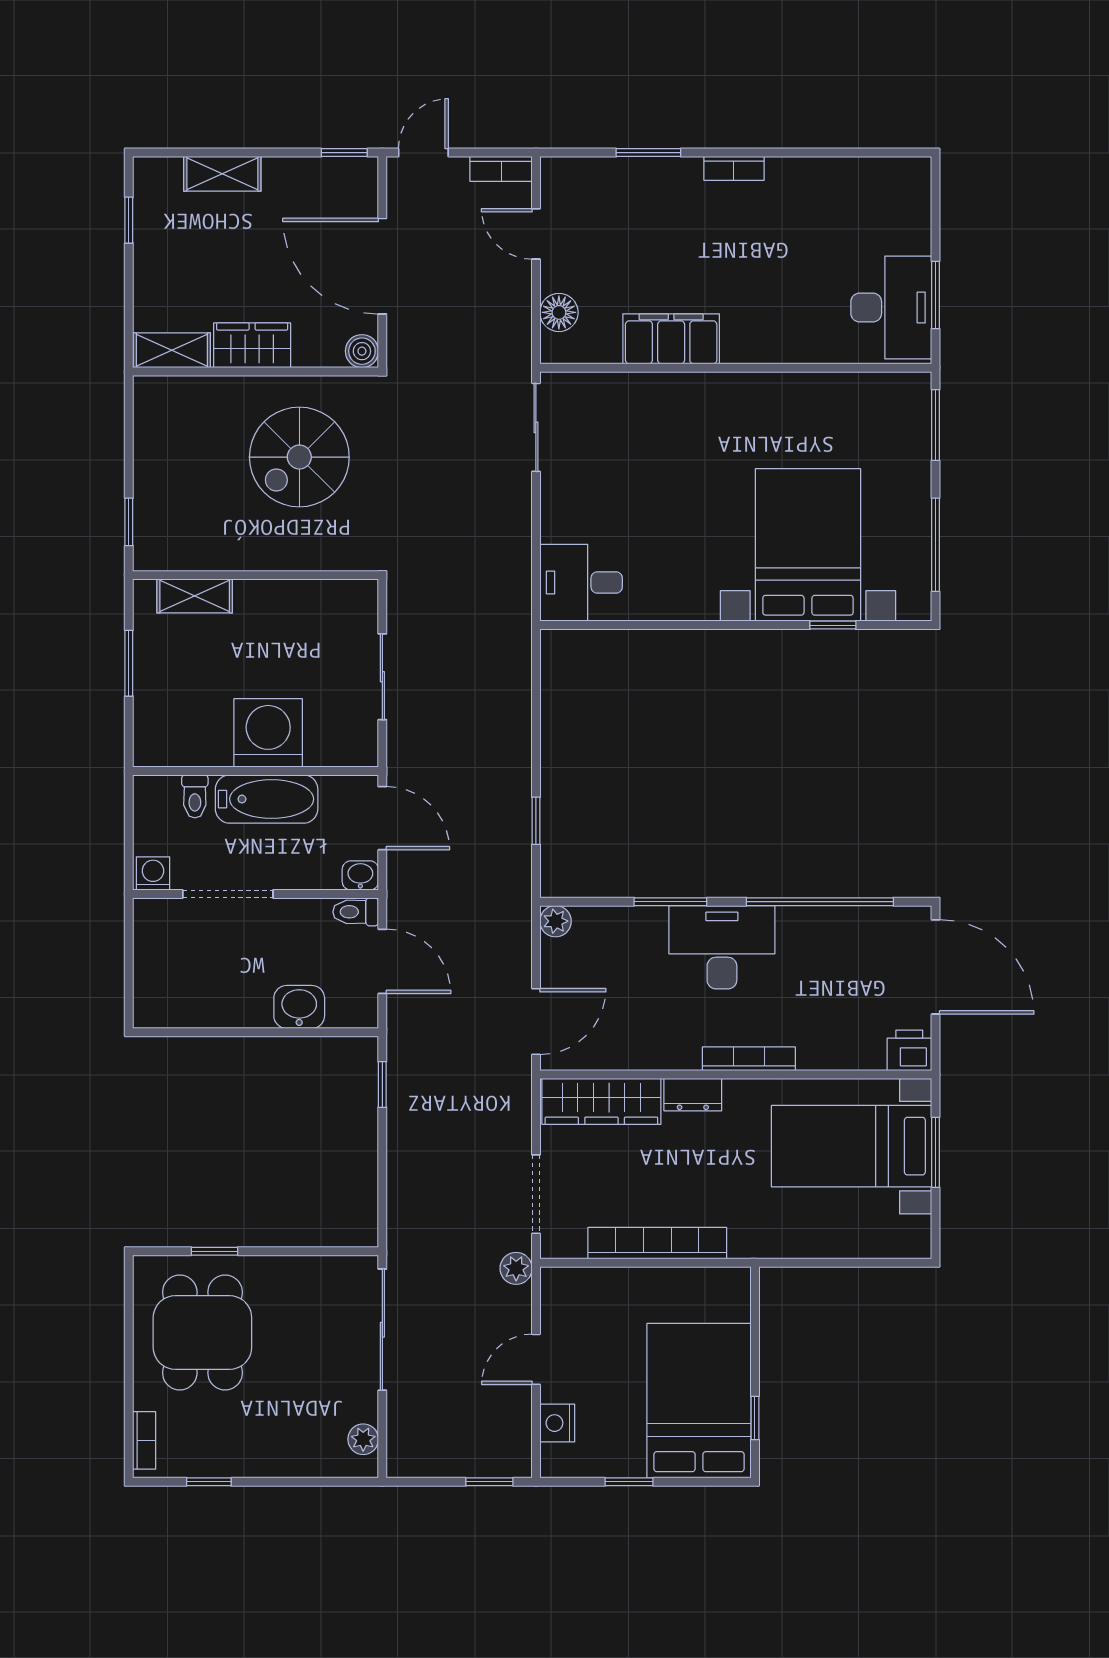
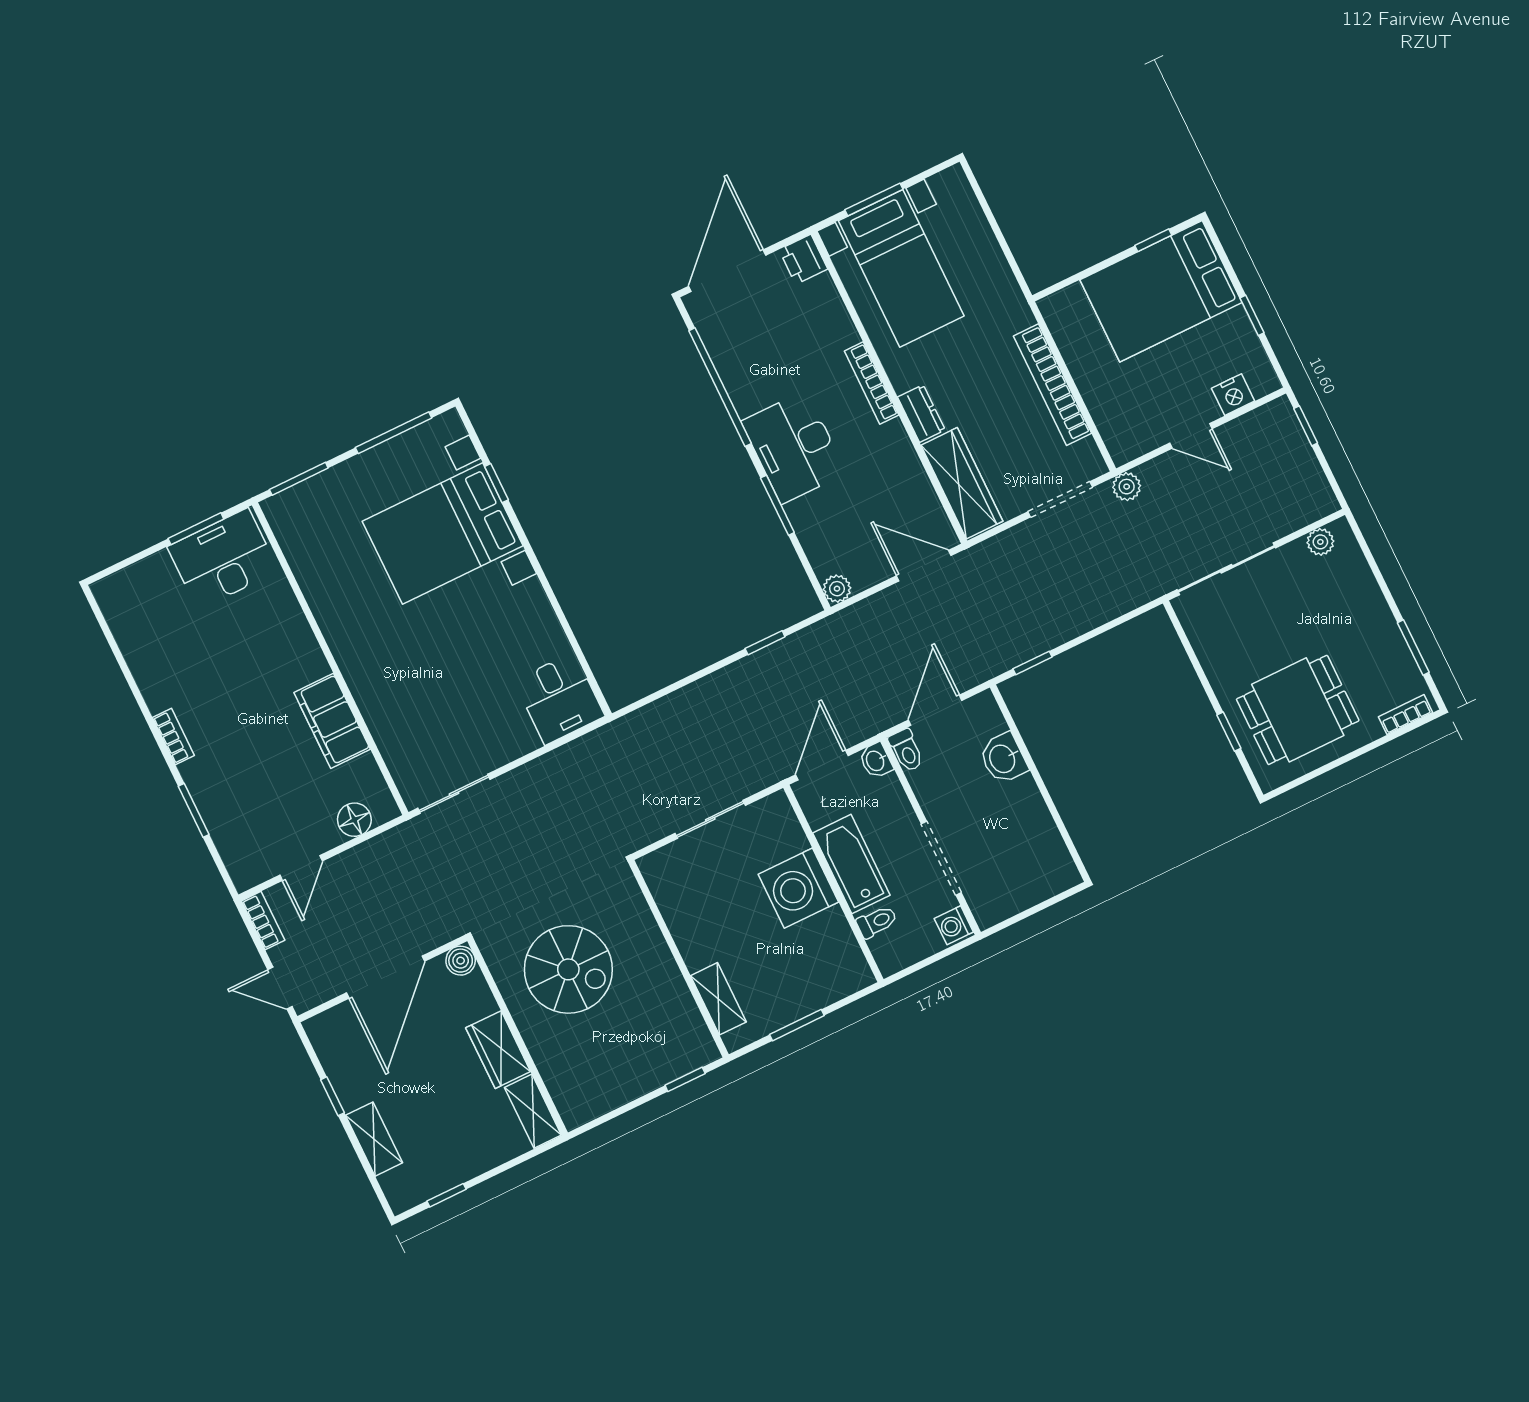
window: (344, 153) -> (332, 1096), moved
window: (209, 1482) -> (1413, 648), width x1.50

